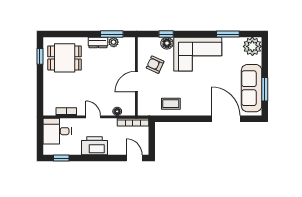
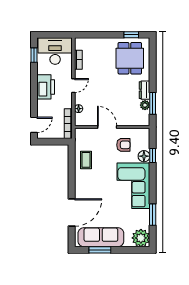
armchair: (155, 65) -> (123, 145), turned 66
desk: (57, 131) -> (55, 51), width x1.37

